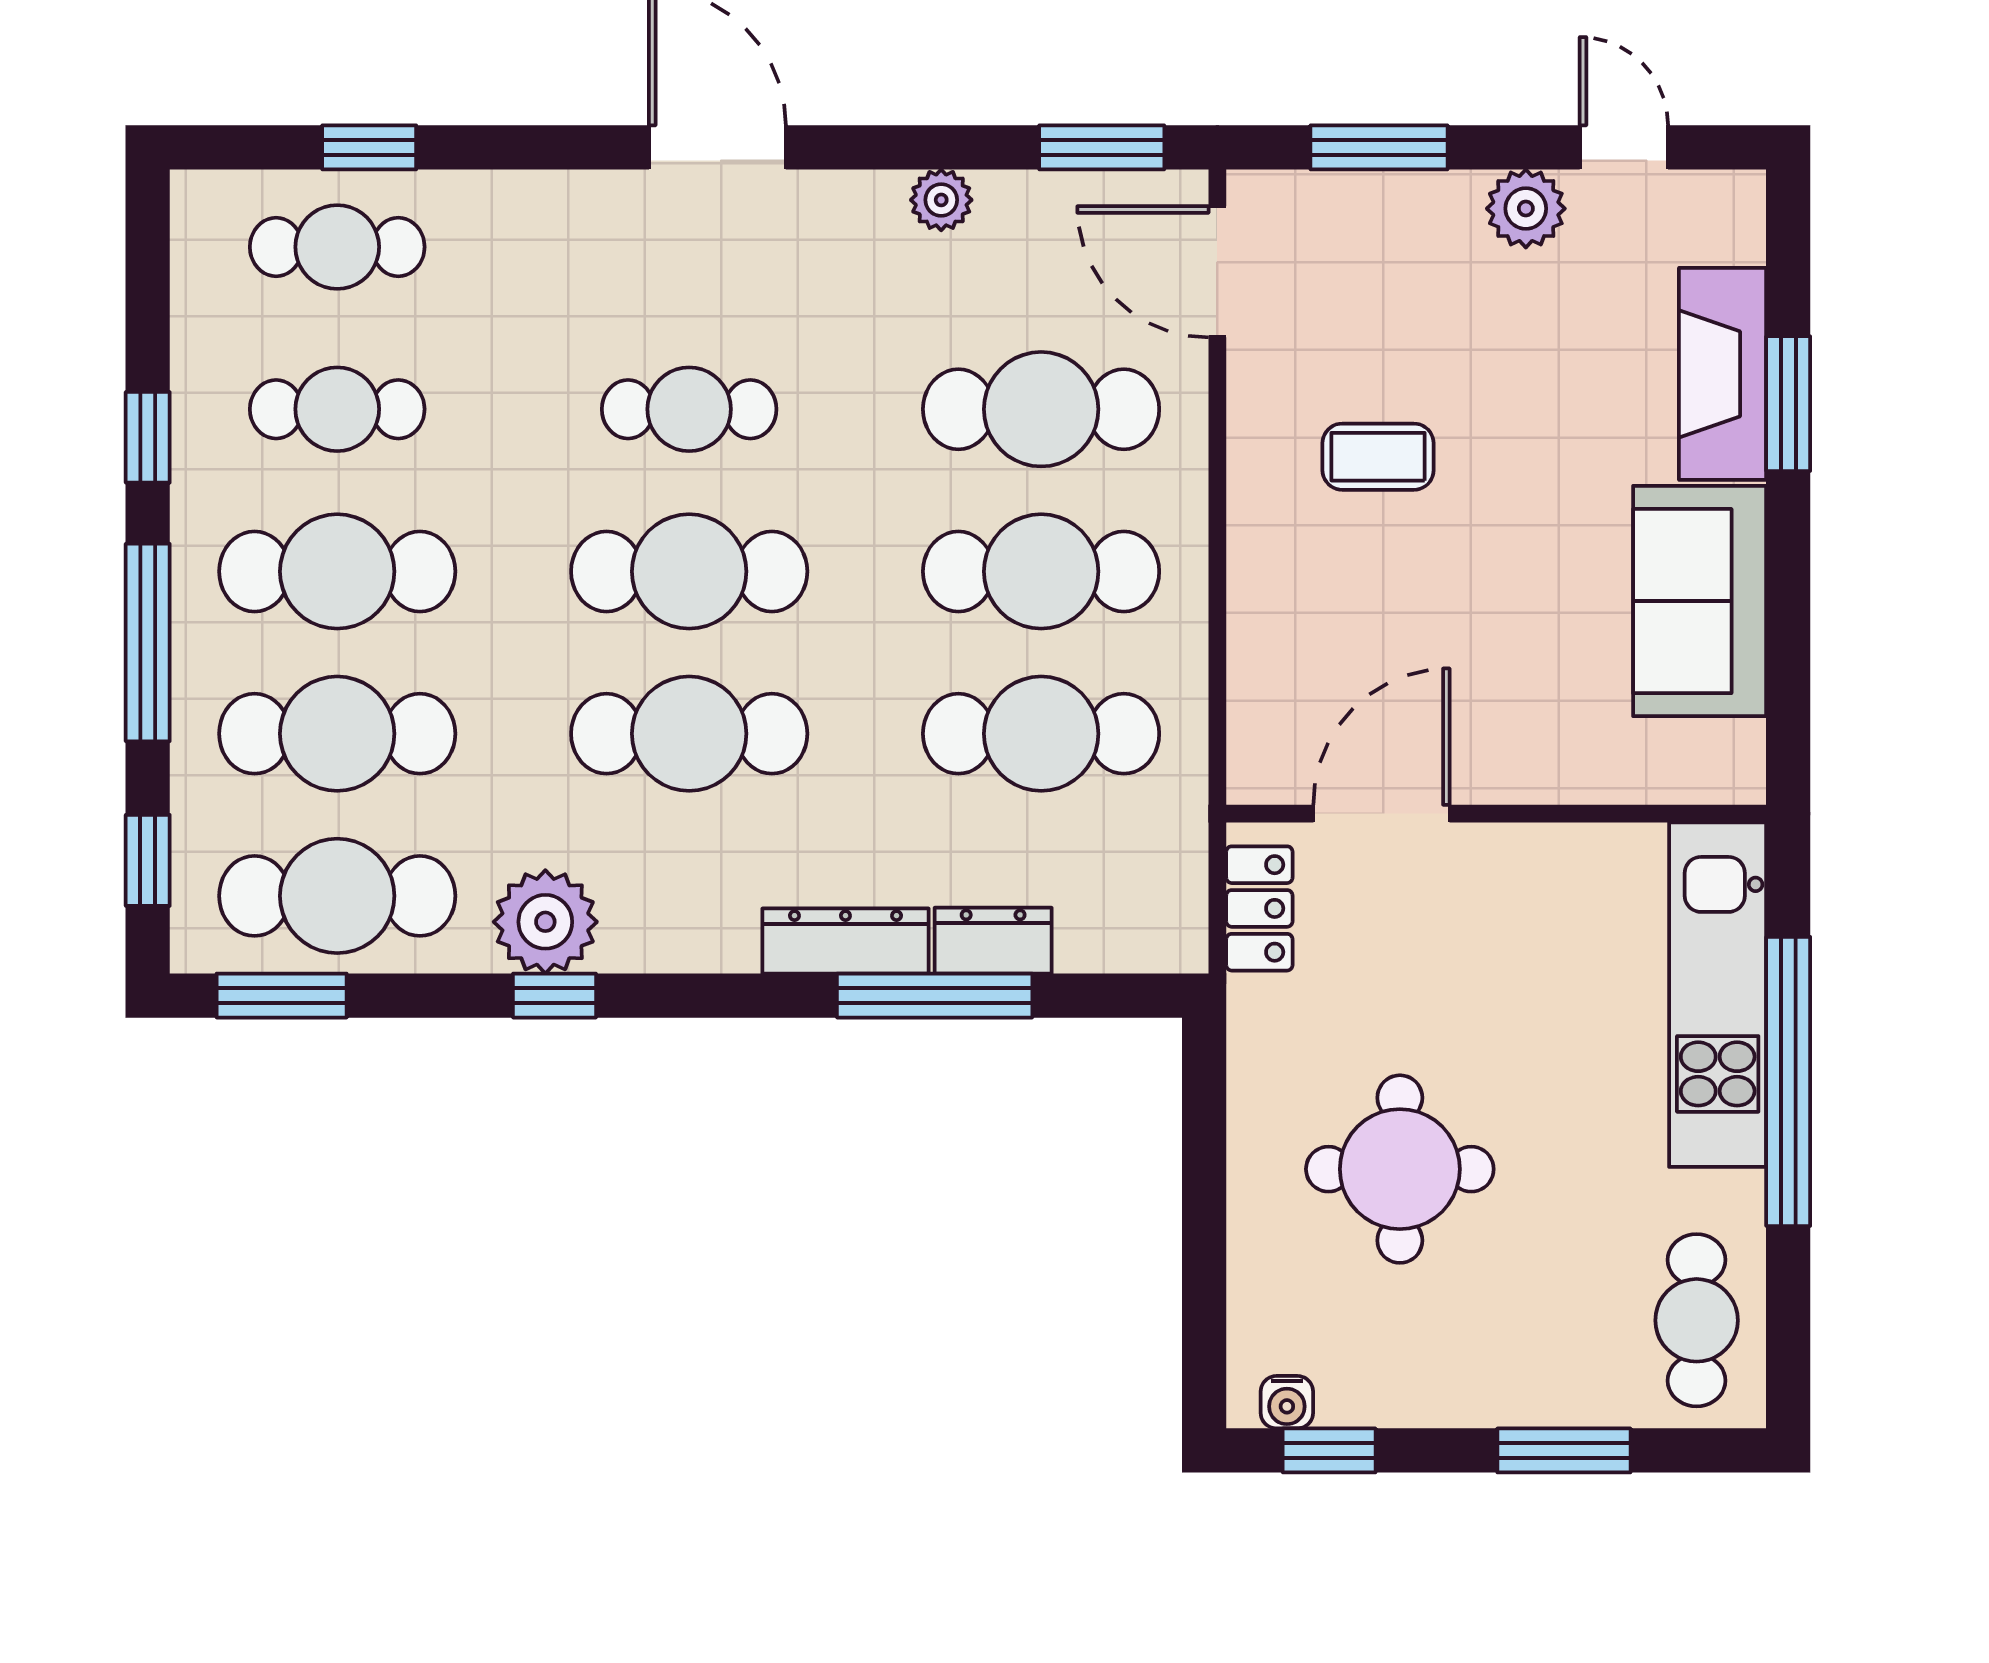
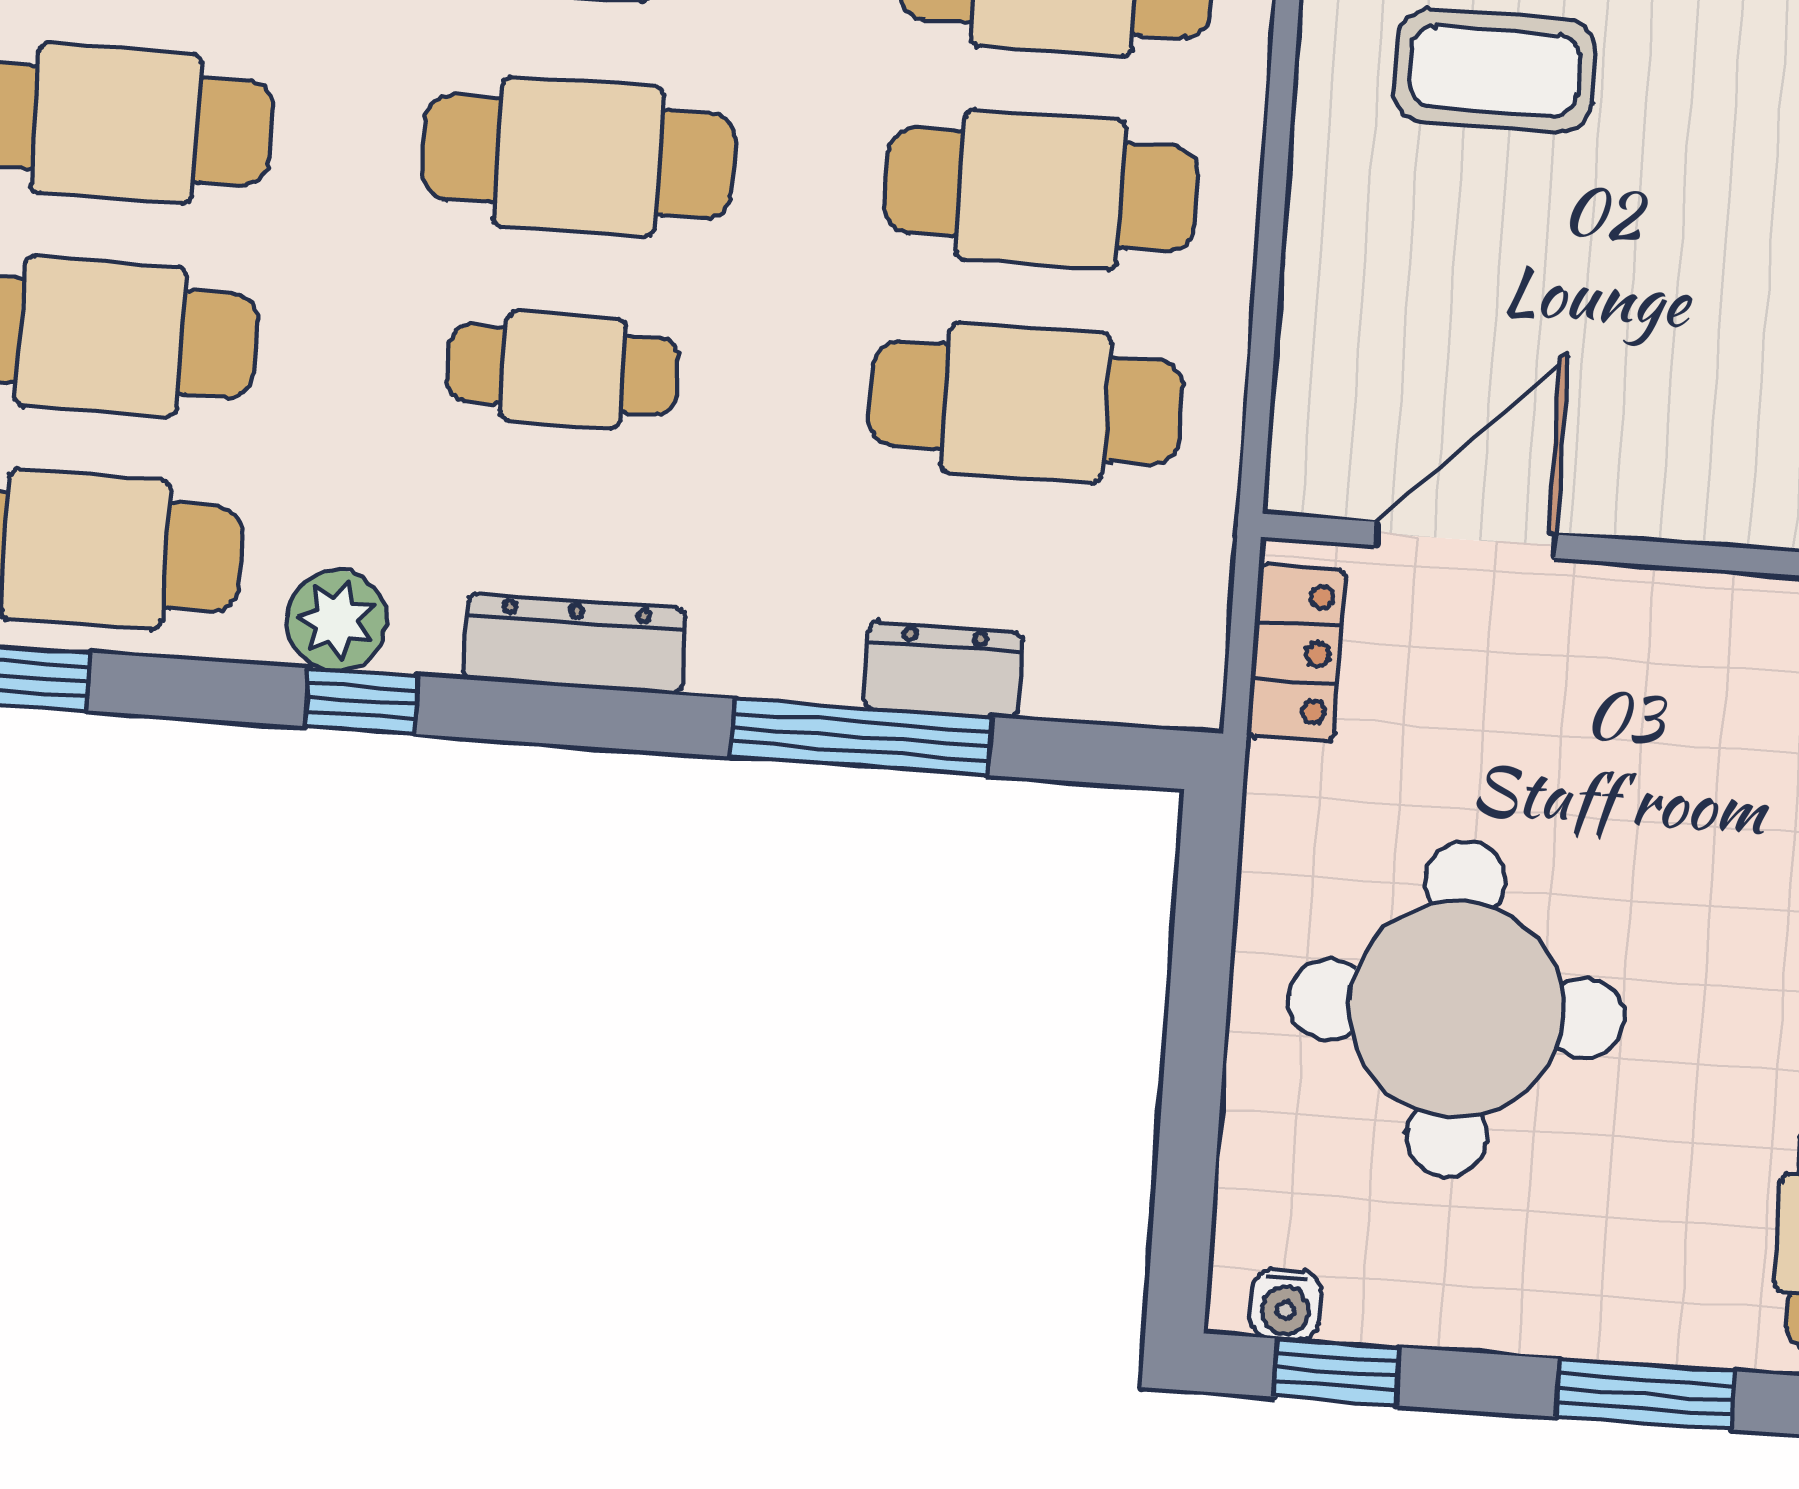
coffee table: (1378, 457) -> (1495, 71), width x1.36, depth x1.30
cafe table: (689, 734) -> (563, 370), width x0.73, depth x0.74
plant: (545, 922) -> (337, 620), width x0.73, depth x0.73
dresser: (845, 941) -> (575, 644), moved
round table: (1400, 1169) -> (1456, 1009), width x1.36, depth x1.36

